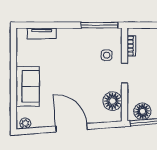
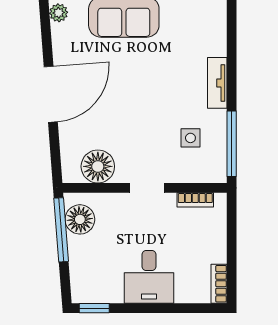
tv unit: (42, 33) -> (217, 83), moved
side table: (107, 55) -> (190, 138), moved

